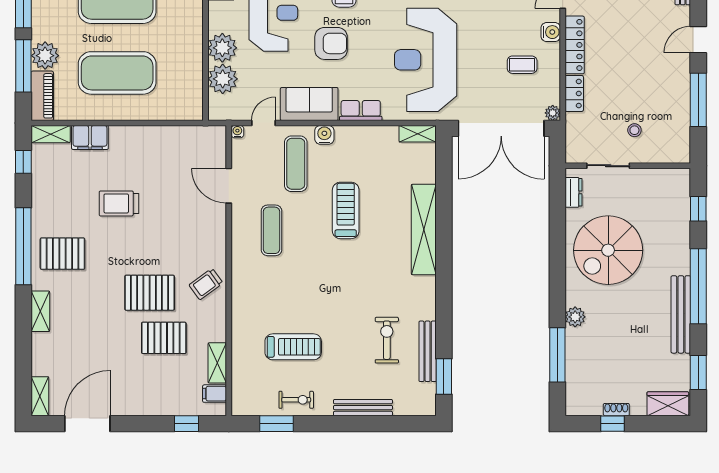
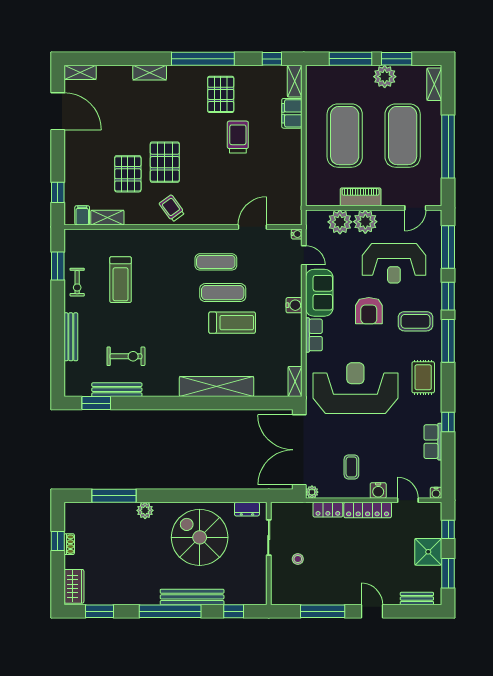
plant: (45, 56) -> (385, 77), moved
piano: (42, 96) -> (361, 197), moved, turned 180
exercise mat: (296, 164) -> (223, 293), moved
pallet: (62, 254) -> (221, 94), moved
bench: (681, 314) -> (192, 597), moved

